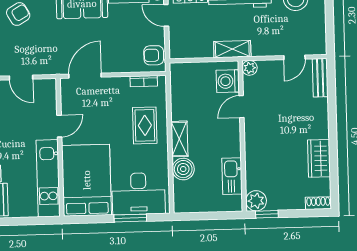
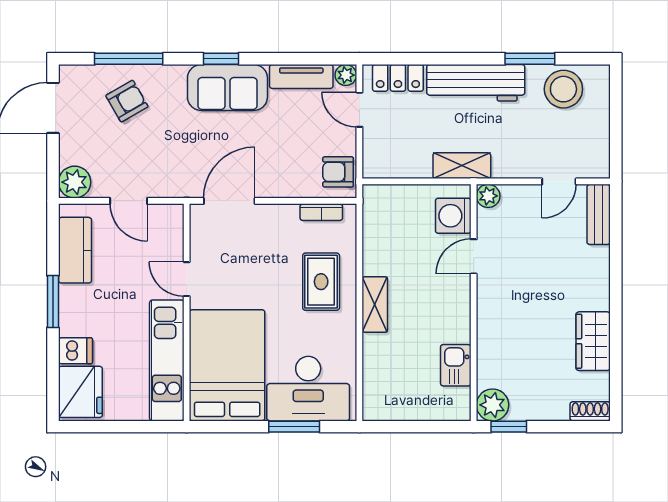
door: (59, 126) -> (187, 279), swing flipped
boiler: (183, 169) -> (379, 352), removed
kitchen sink: (232, 176) -> (456, 365), width x0.73

